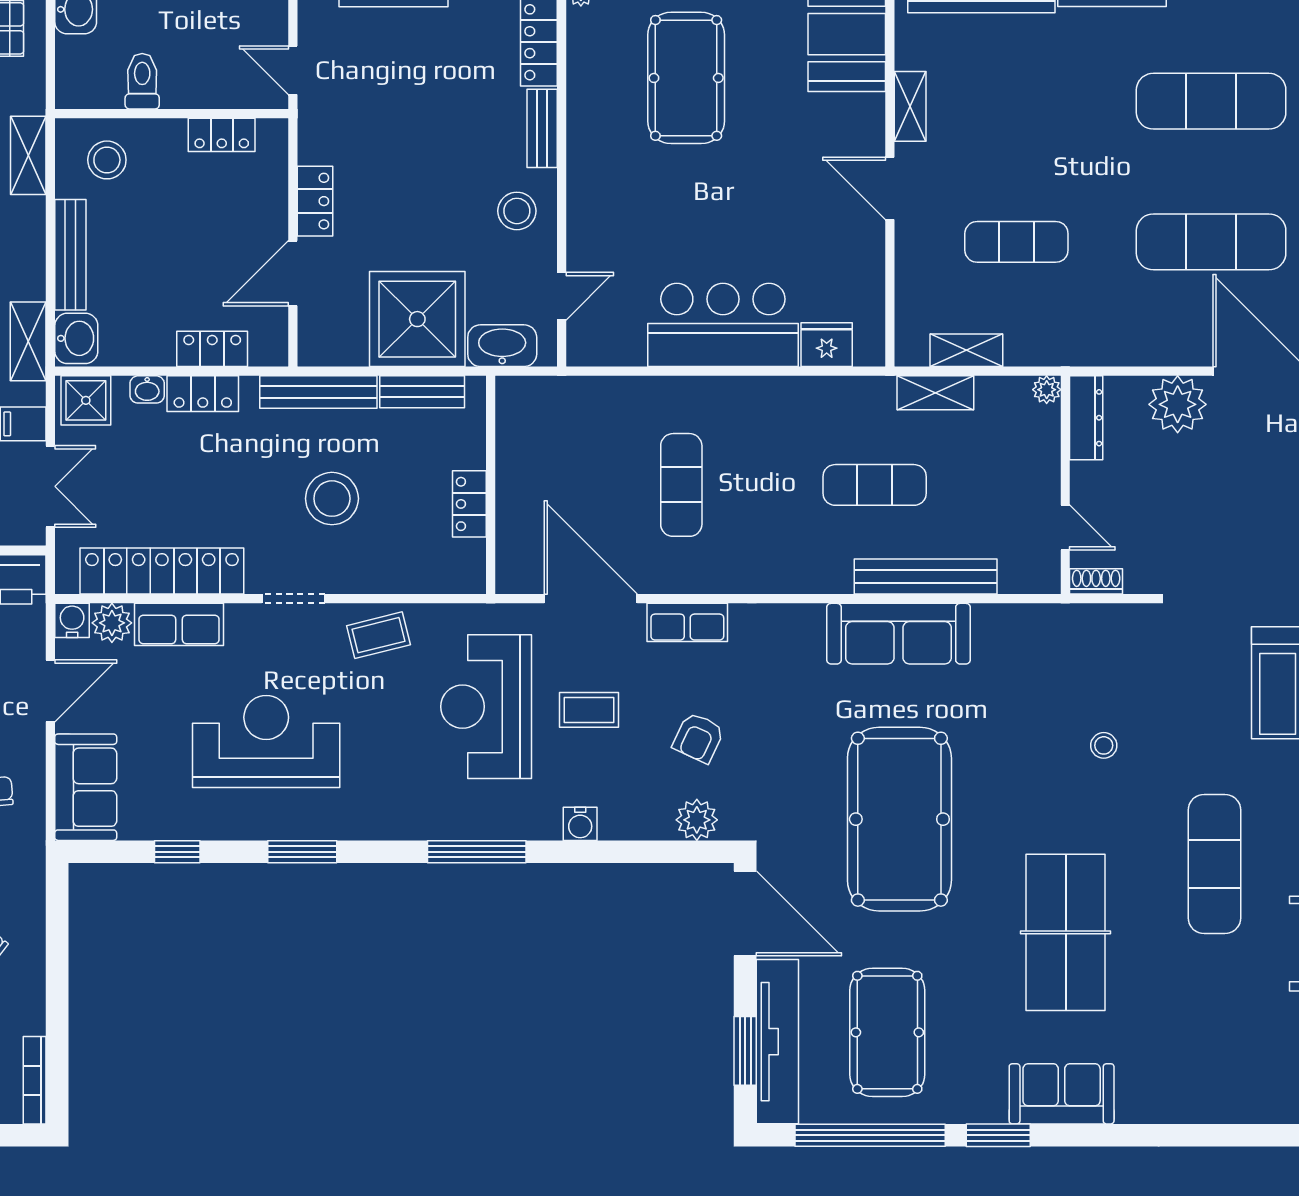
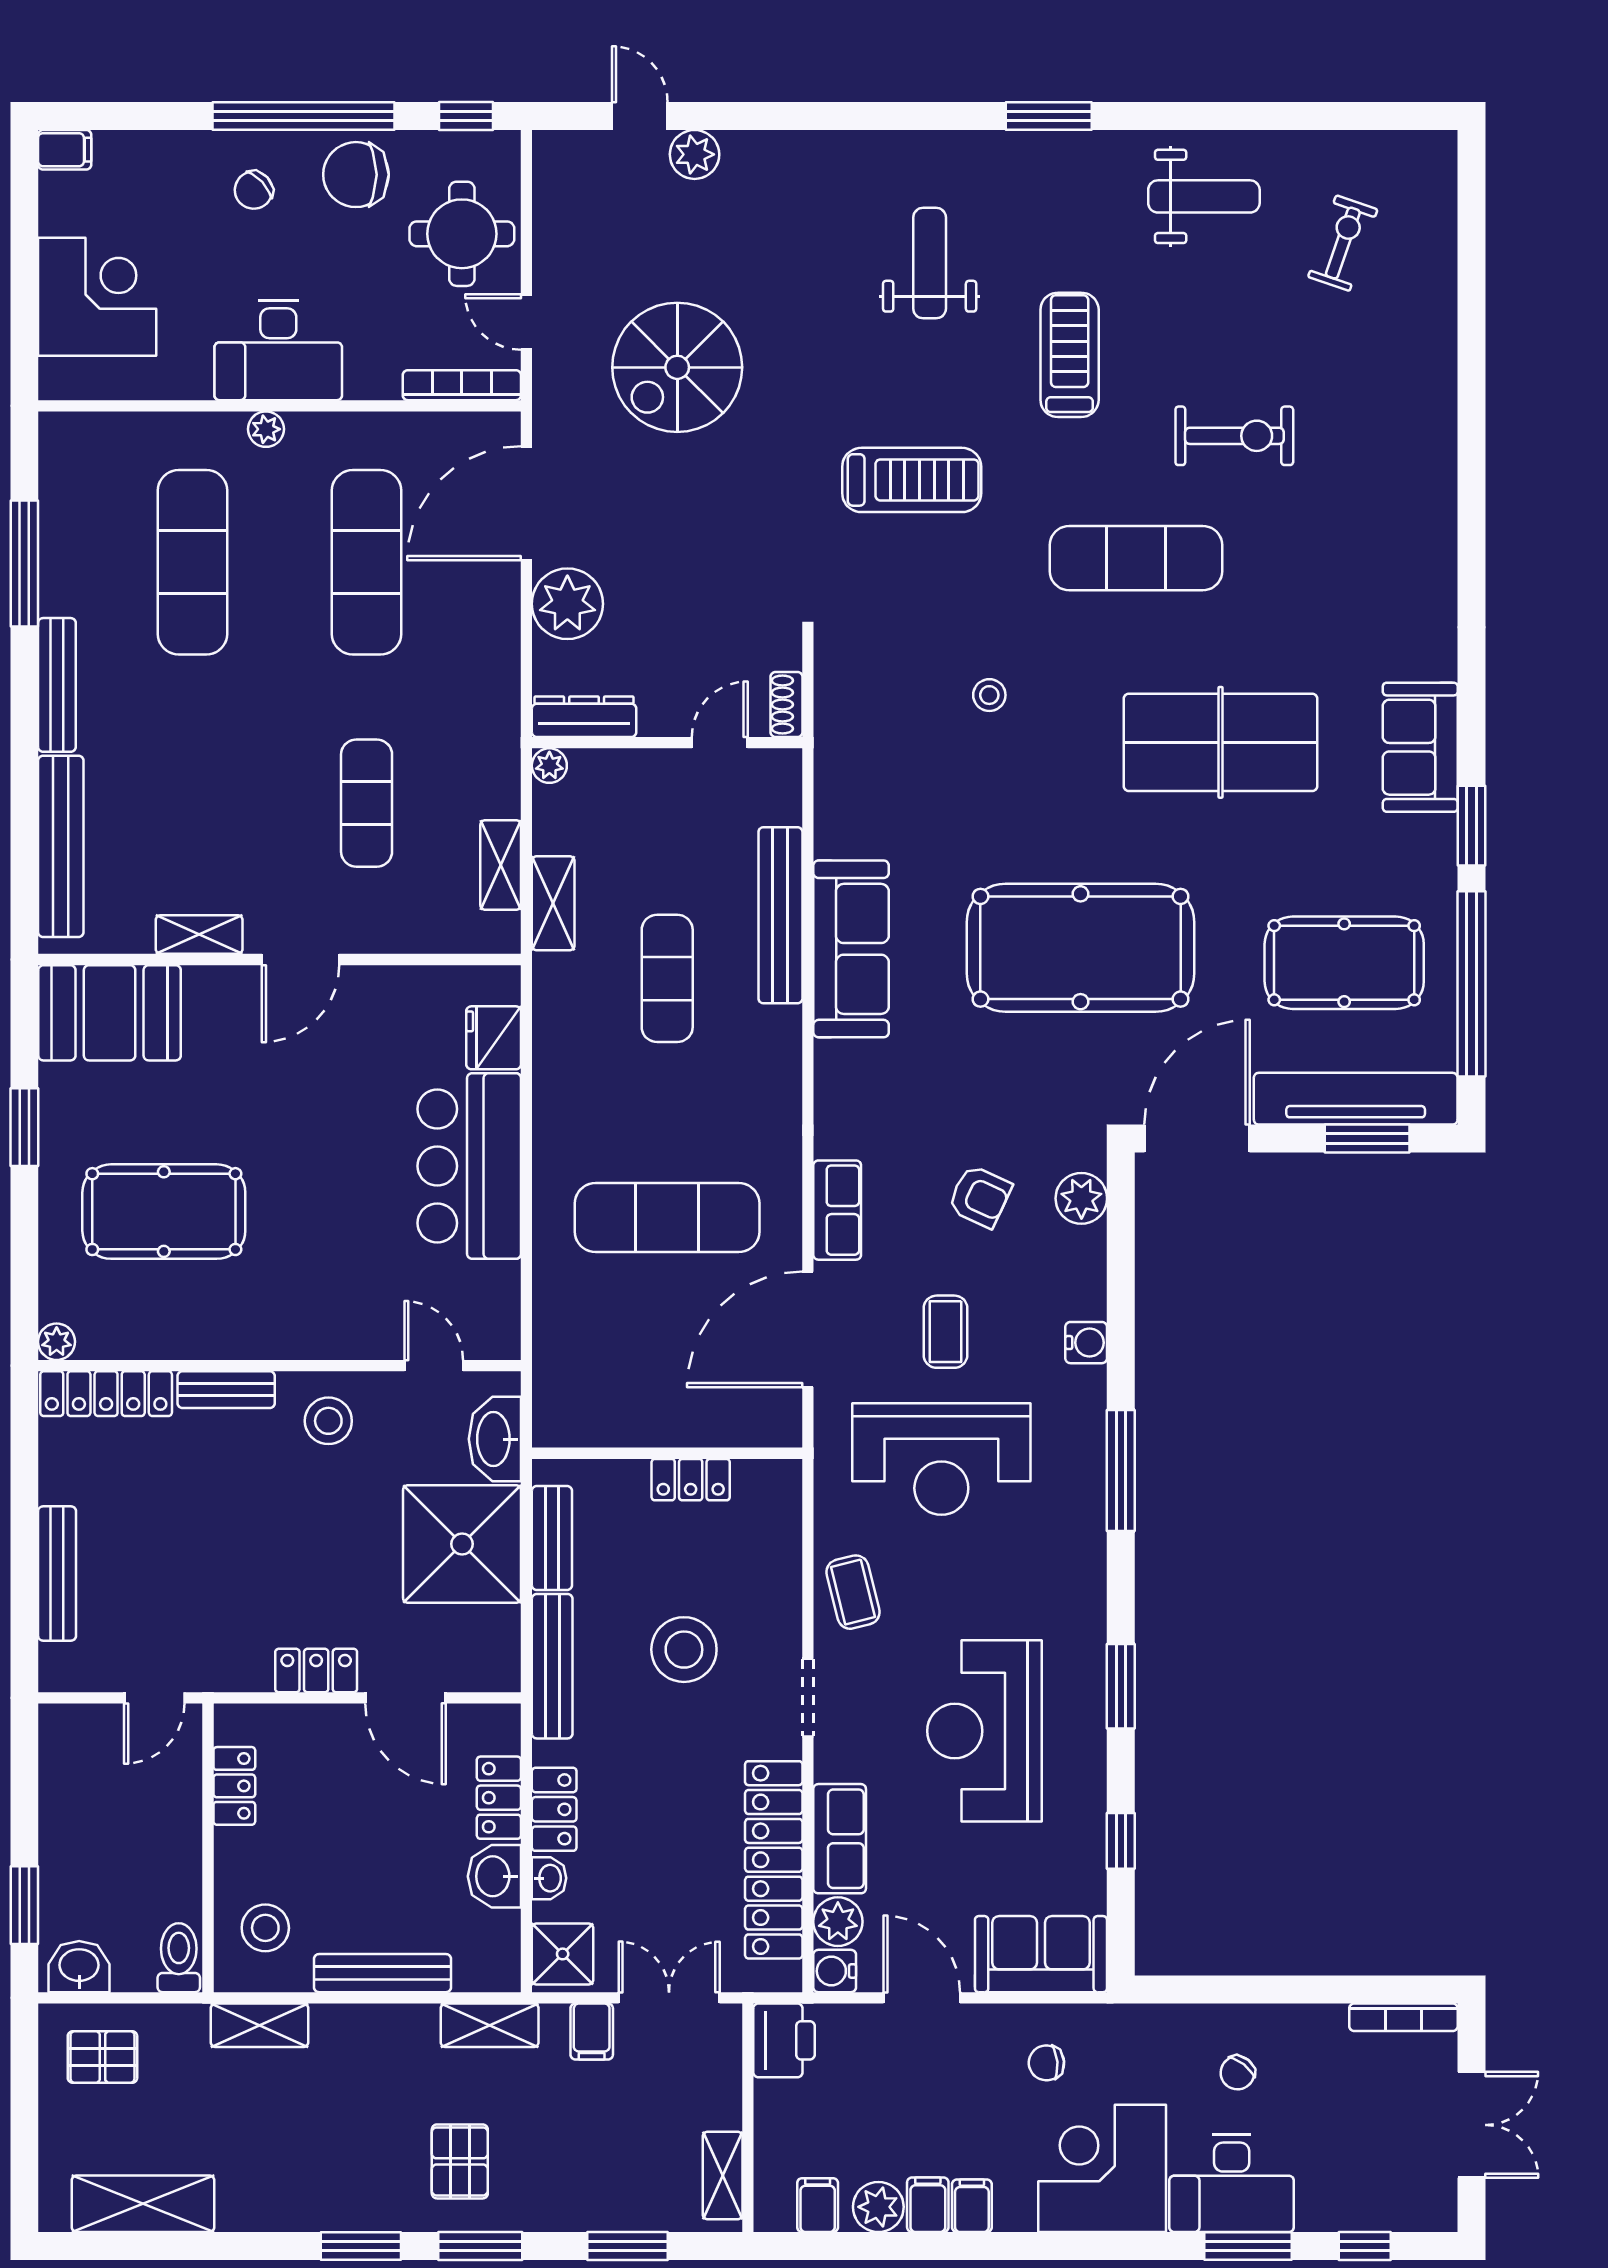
toilet: (142, 81) -> (179, 1958), moved, turned 90
washbasin: (76, 338) -> (494, 1876), moved, turned -90
exercise mat: (681, 485) -> (667, 1218), width x1.36, depth x1.45

